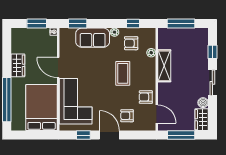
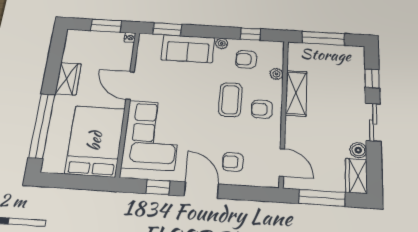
armchair: (146, 97) -> (262, 109), moved

